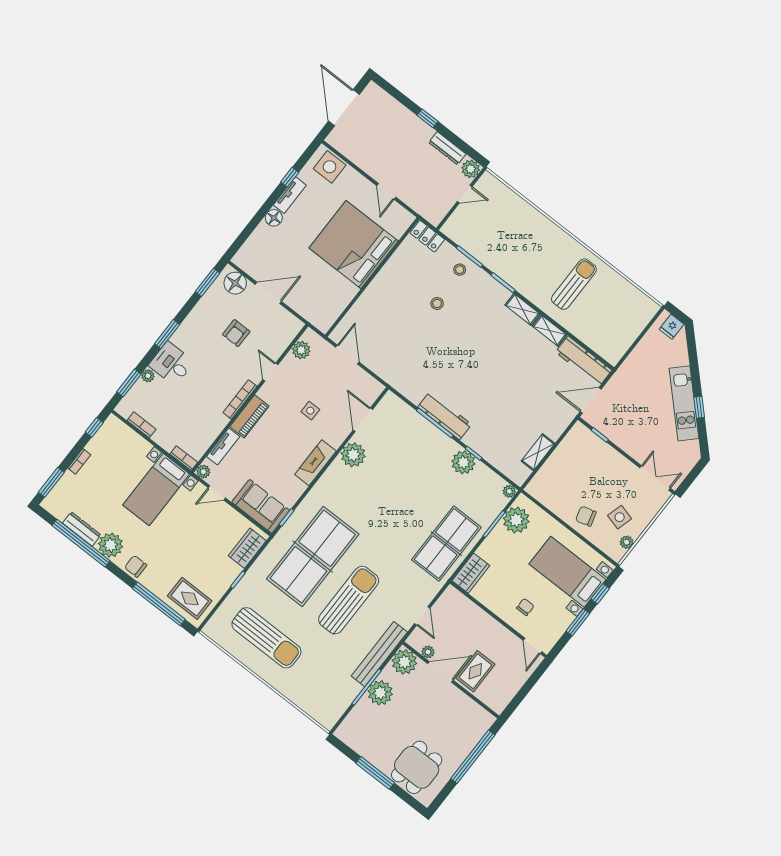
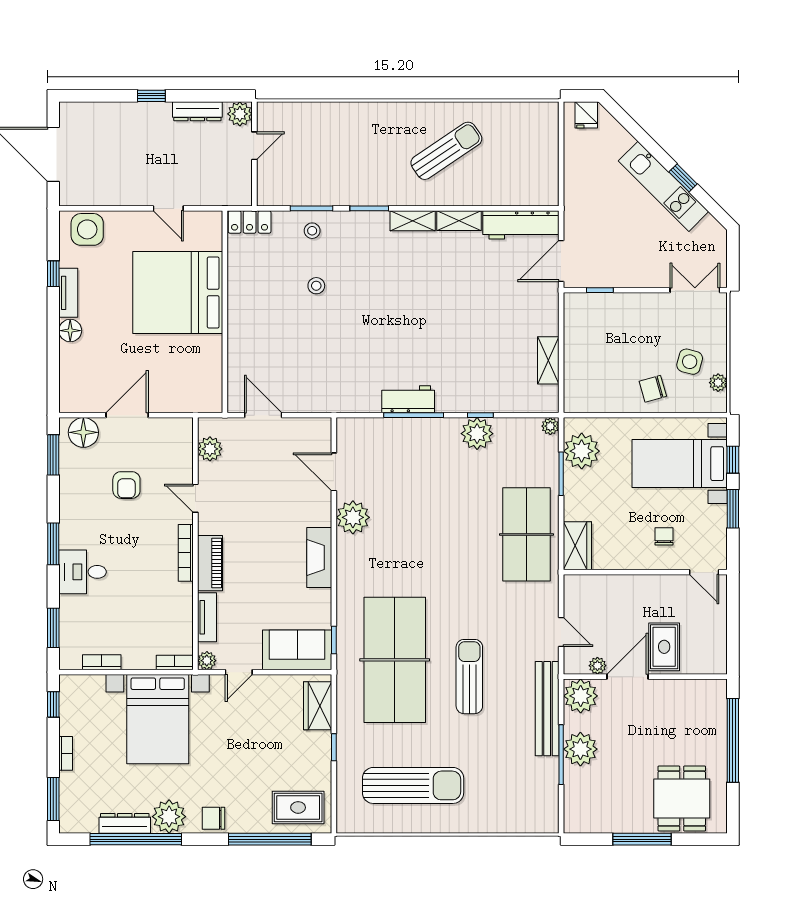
sun lounger: (574, 284) -> (446, 151), turned 56
plant: (148, 376) -> (68, 604), removed
side table: (310, 411) -> (270, 506), removed
workbench: (445, 416) -> (408, 399), width x0.73
bed with nightstands: (156, 490) -> (158, 719), width x1.36
sun lounger: (349, 600) -> (469, 677), width x0.73, depth x0.75

